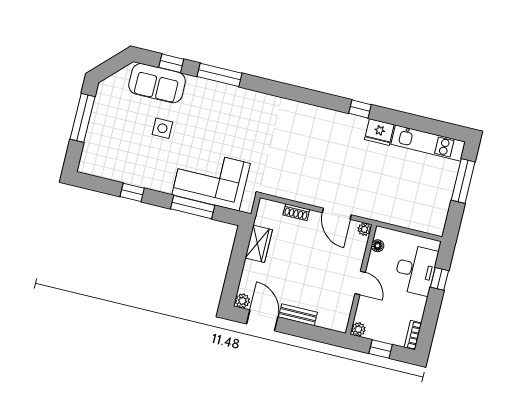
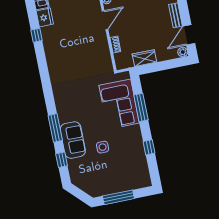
sofa: (157, 83) -> (73, 140), moved

